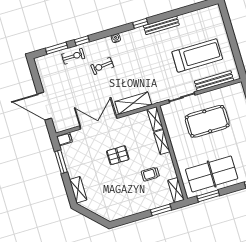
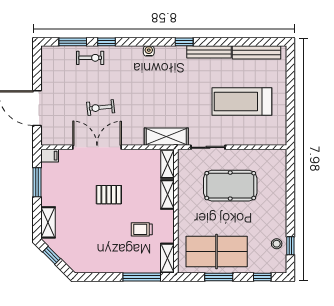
treadmill: (197, 55) -> (242, 102), turned 180
exercise bike: (102, 66) -> (101, 108), moved
bench: (214, 81) -> (256, 52), moved
shelving: (133, 103) -> (166, 137), moved
window: (208, 196) -> (219, 277), moved
window: (161, 210) -> (142, 277), width x1.44
window: (88, 214) -> (52, 255), added

